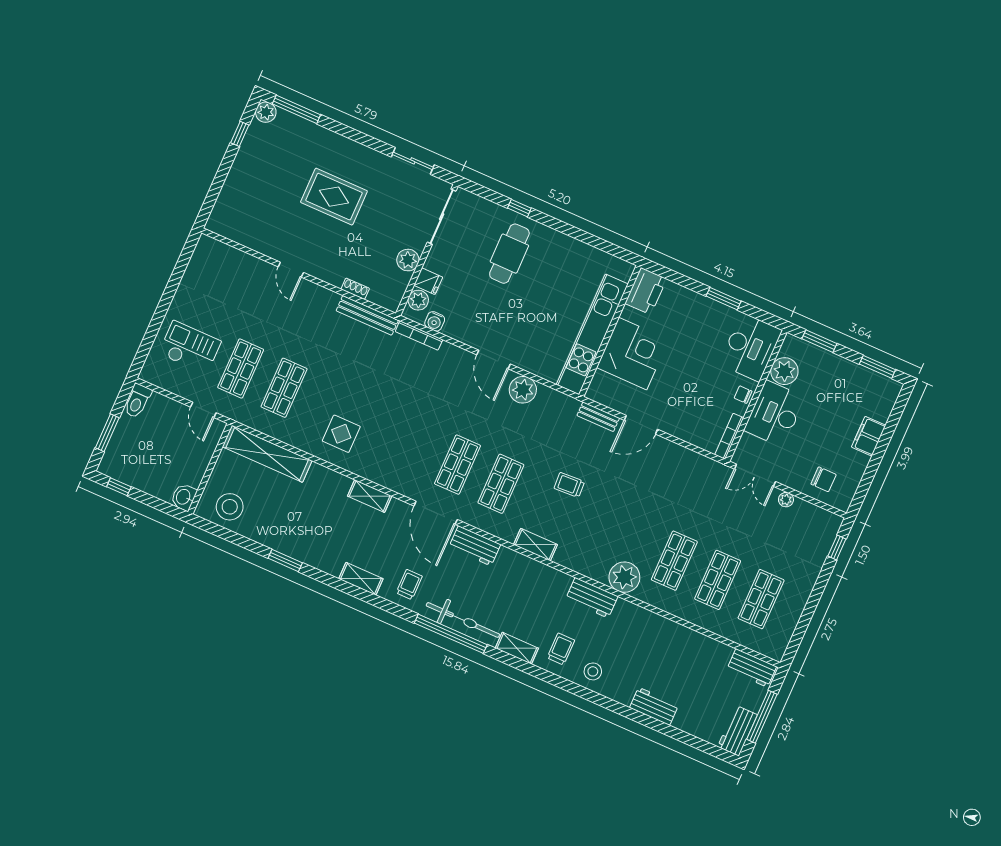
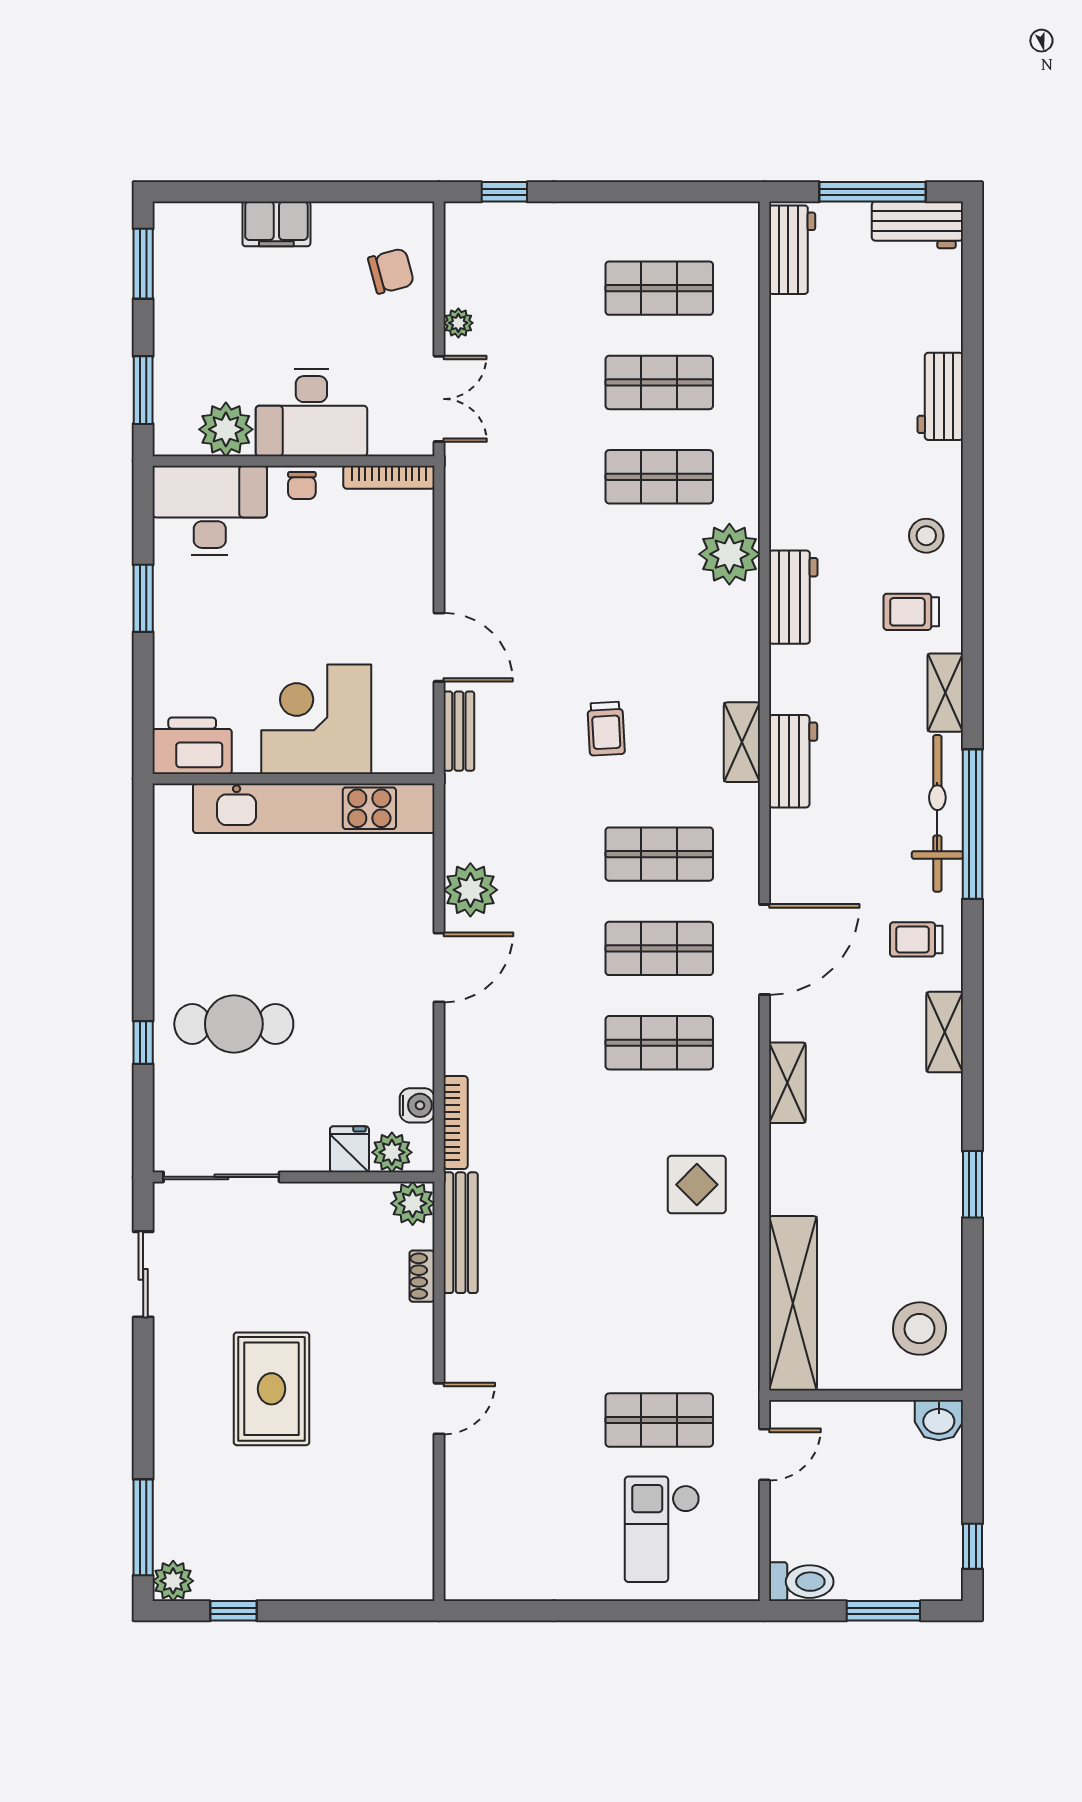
plant: (408, 260) -> (413, 1203), moved
shop shelf: (284, 388) -> (659, 1043), moved
chair: (824, 479) -> (391, 271), turned 75
workbench: (475, 546) -> (793, 761), moved

